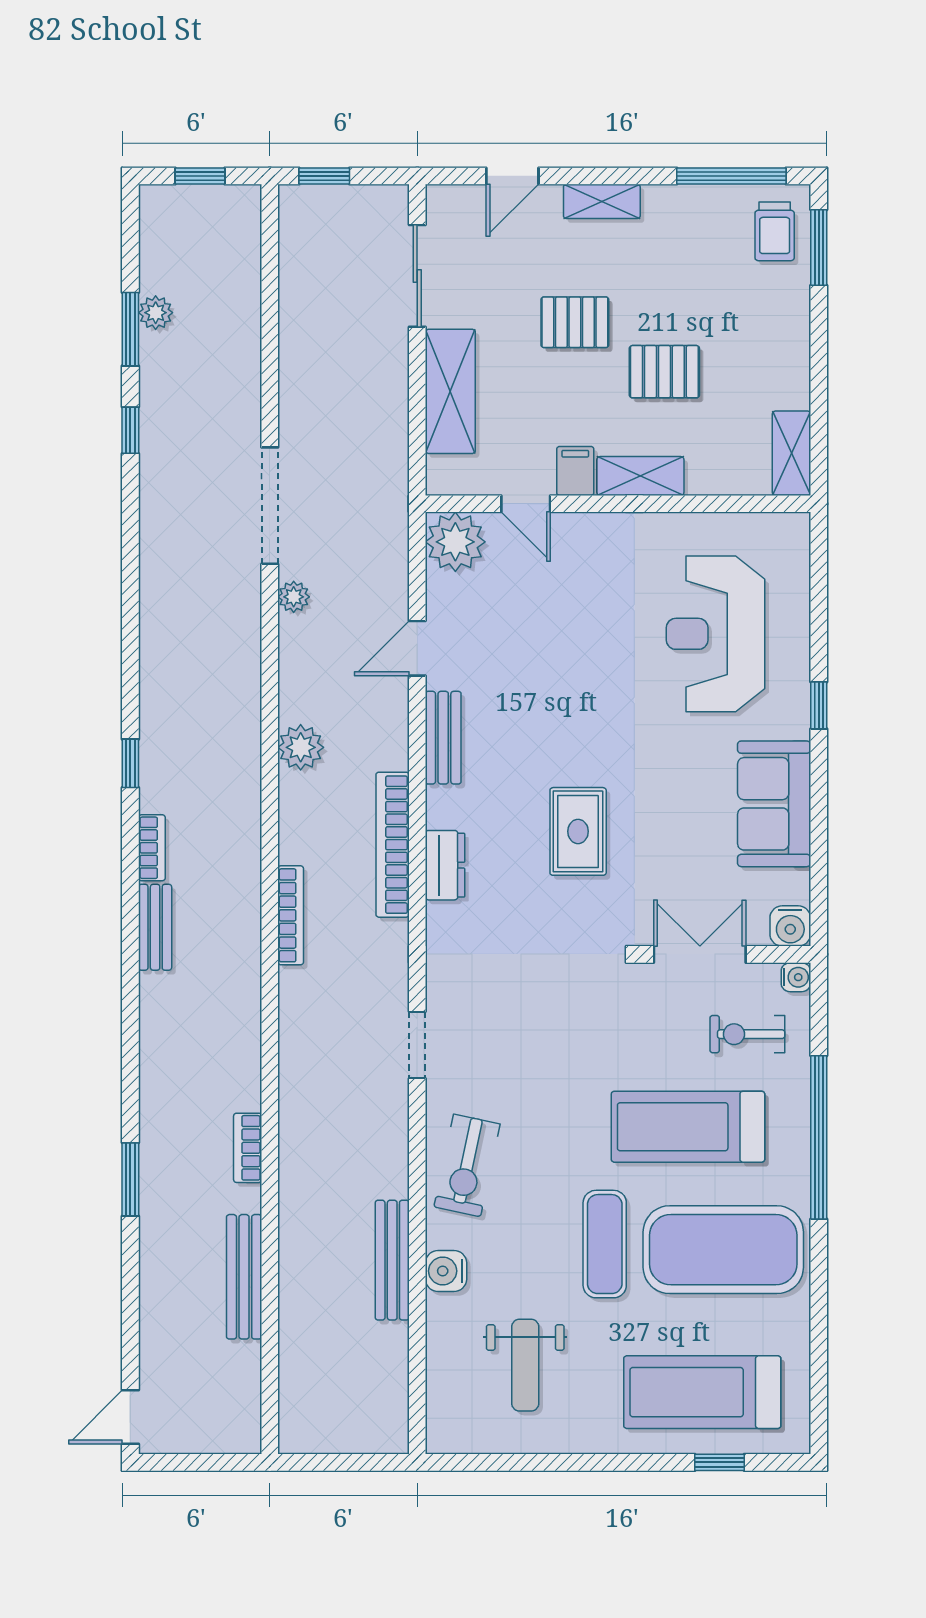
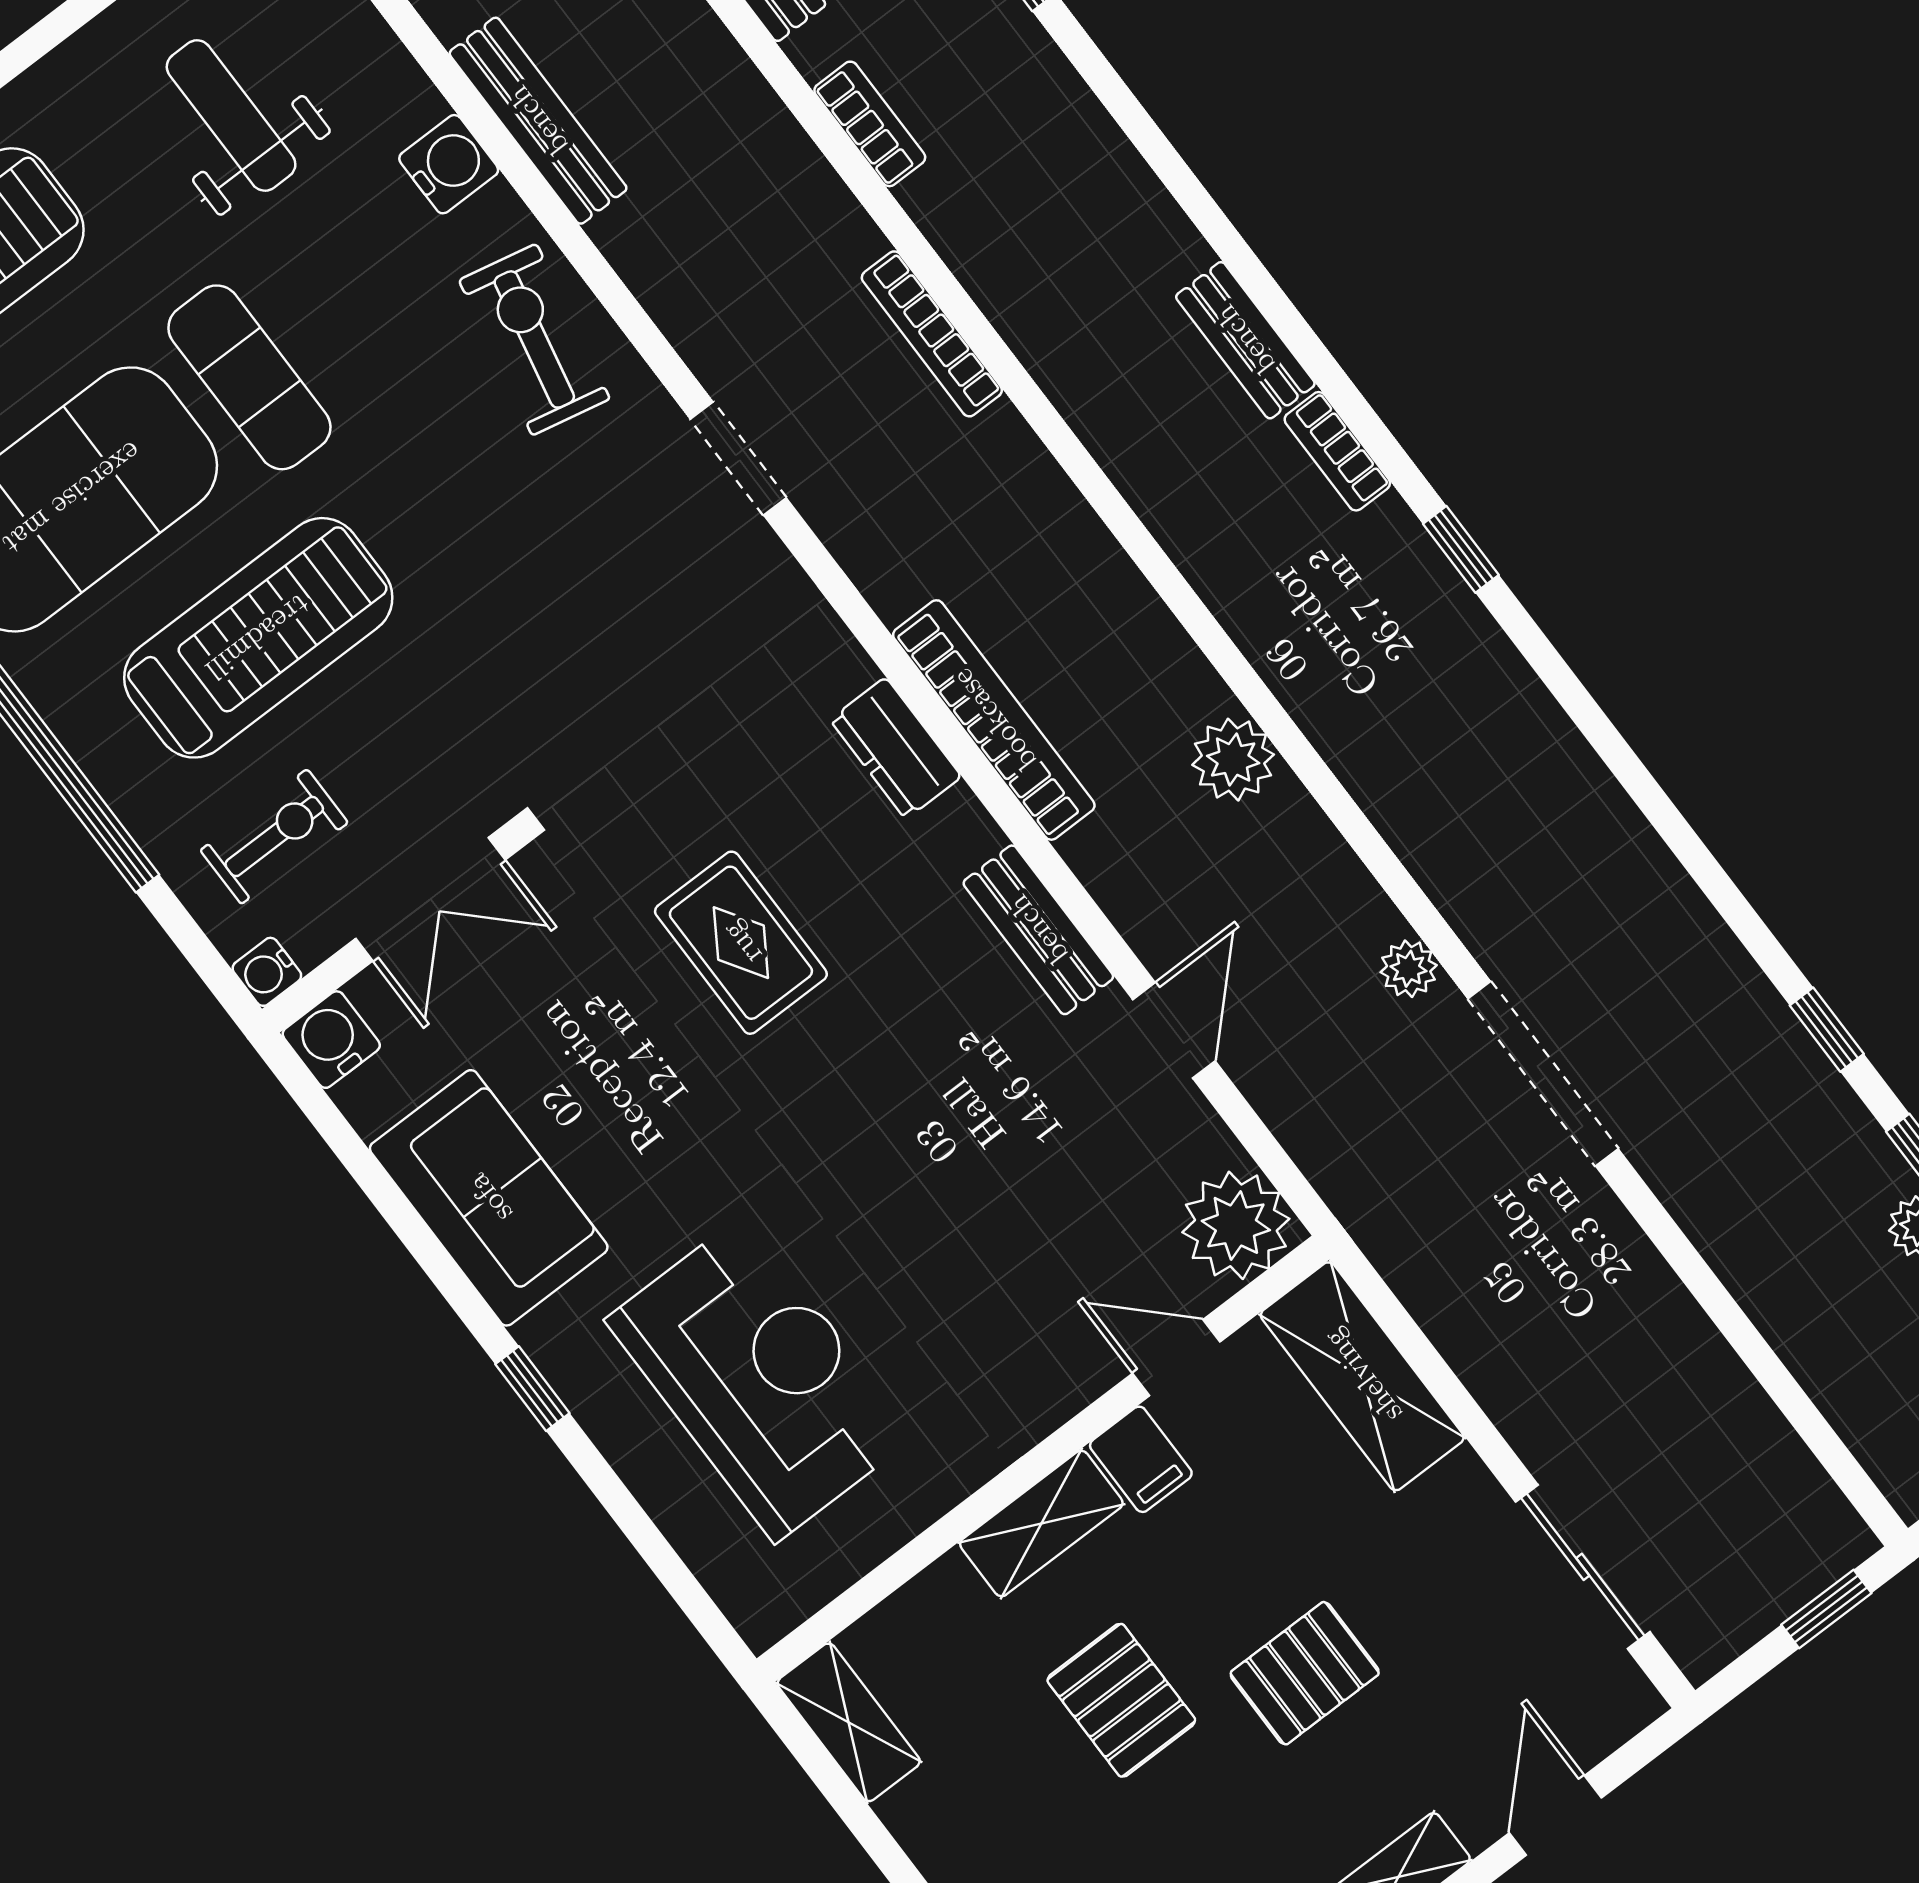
pallet: (664, 372) -> (1121, 1700), turned 90
shelving: (450, 391) -> (1362, 1376), moved
bookcase: (291, 915) -> (932, 334), moved

